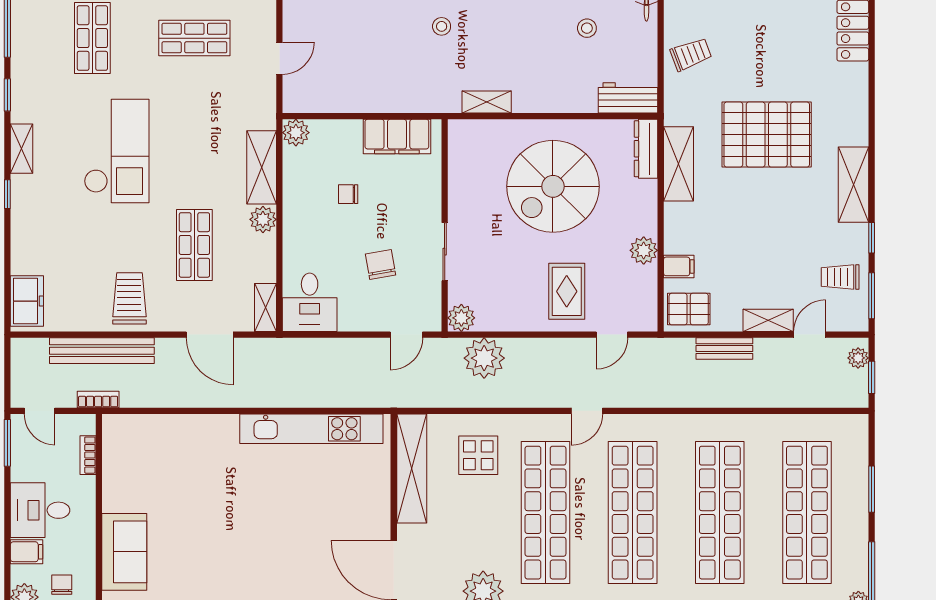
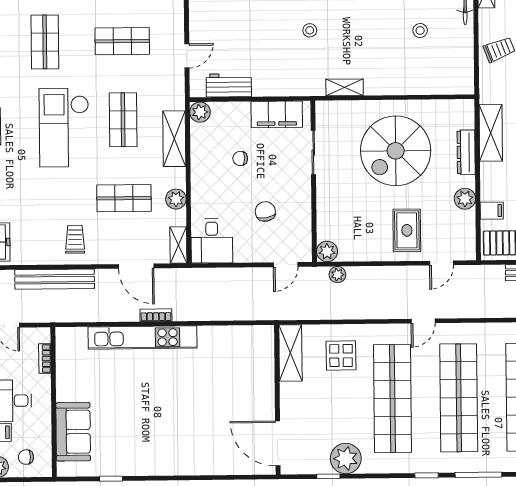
workbench: (628, 98) -> (229, 85), moved
shop shelf: (194, 142) -> (123, 120), added
dresser: (646, 149) -> (466, 152), moved
checkout: (117, 151) -> (64, 127), turned 180
plant: (263, 219) -> (176, 199), moved
shop shelf: (194, 245) -> (124, 198), turned 90
sliding door: (445, 252) -> (313, 153), moved
trolley: (129, 298) -> (75, 239), width x0.73, depth x0.72
plant: (484, 358) -> (337, 275), width x0.53, depth x0.53
bookcase: (98, 400) -> (156, 315), moved
kitchen unit: (311, 429) -> (143, 337), moved
shelving: (412, 468) -> (290, 353), width x0.68
chair: (62, 585) -> (26, 457), turned -90

